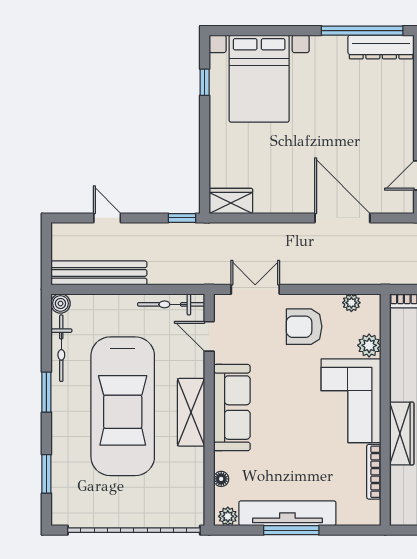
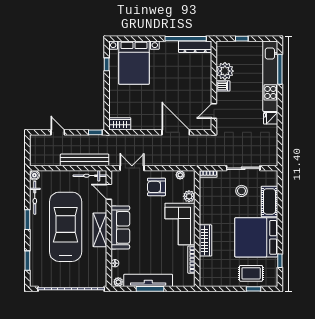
bench: (99, 273) -> (85, 160), moved
car: (123, 406) -> (66, 227), turned 180

